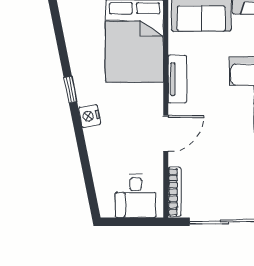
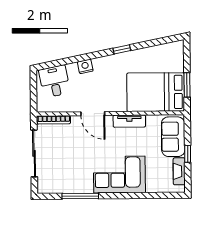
nightstand: (90, 116) -> (85, 66), moved
desk: (136, 196) -> (54, 81), moved, turned 79

